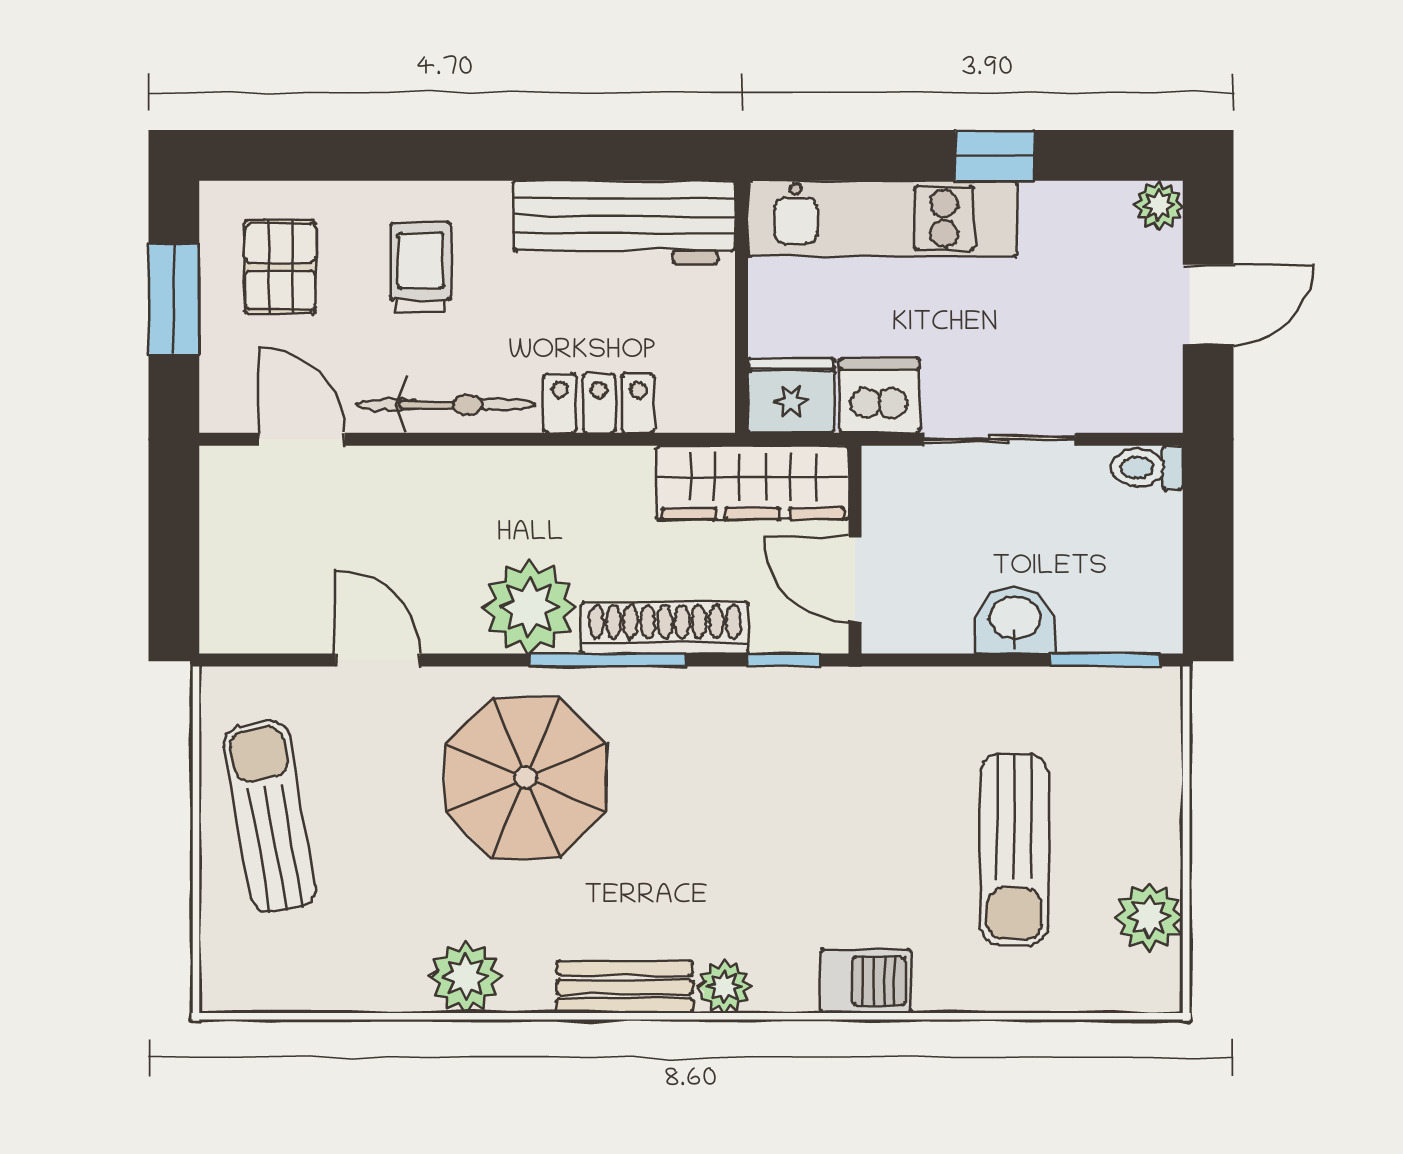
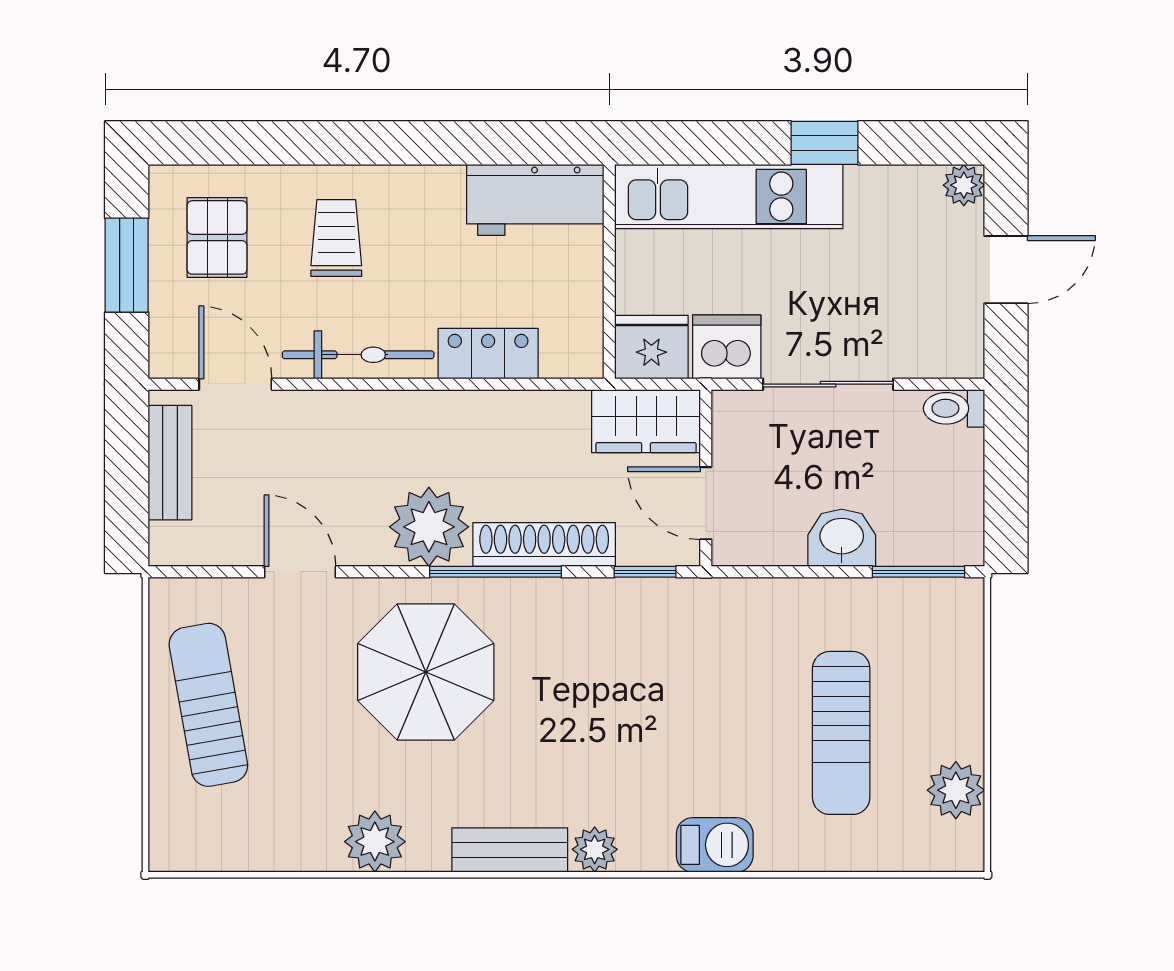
workbench: (624, 222) -> (535, 200), width x0.73
wardrobe: (753, 483) -> (646, 421), width x0.67
bench: (225, 532) -> (170, 463), added

